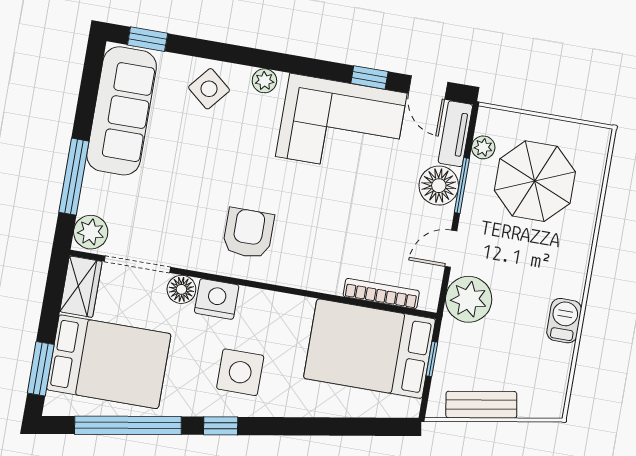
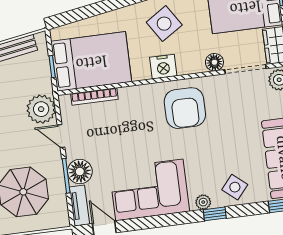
window: (369, 77) -> (215, 214), moved
plant: (483, 147) -> (60, 202), removed
armchair: (248, 233) -> (185, 108), width x1.36, depth x1.36
door: (451, 249) -> (61, 136), swing flipped
nightstand: (217, 299) -> (163, 67), moved
side table: (240, 372) -> (164, 24), turned -33

